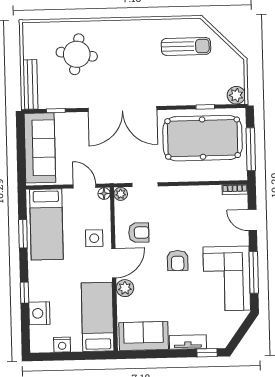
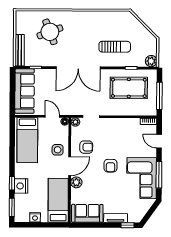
sun lounger: (186, 46) -> (115, 47), moved
round table: (77, 54) -> (50, 32), turned -30
pool table: (203, 138) -> (129, 88), width x0.73, depth x0.76
window: (23, 234) -> (12, 207), moved
nightstand: (39, 313) -> (21, 186), moved

